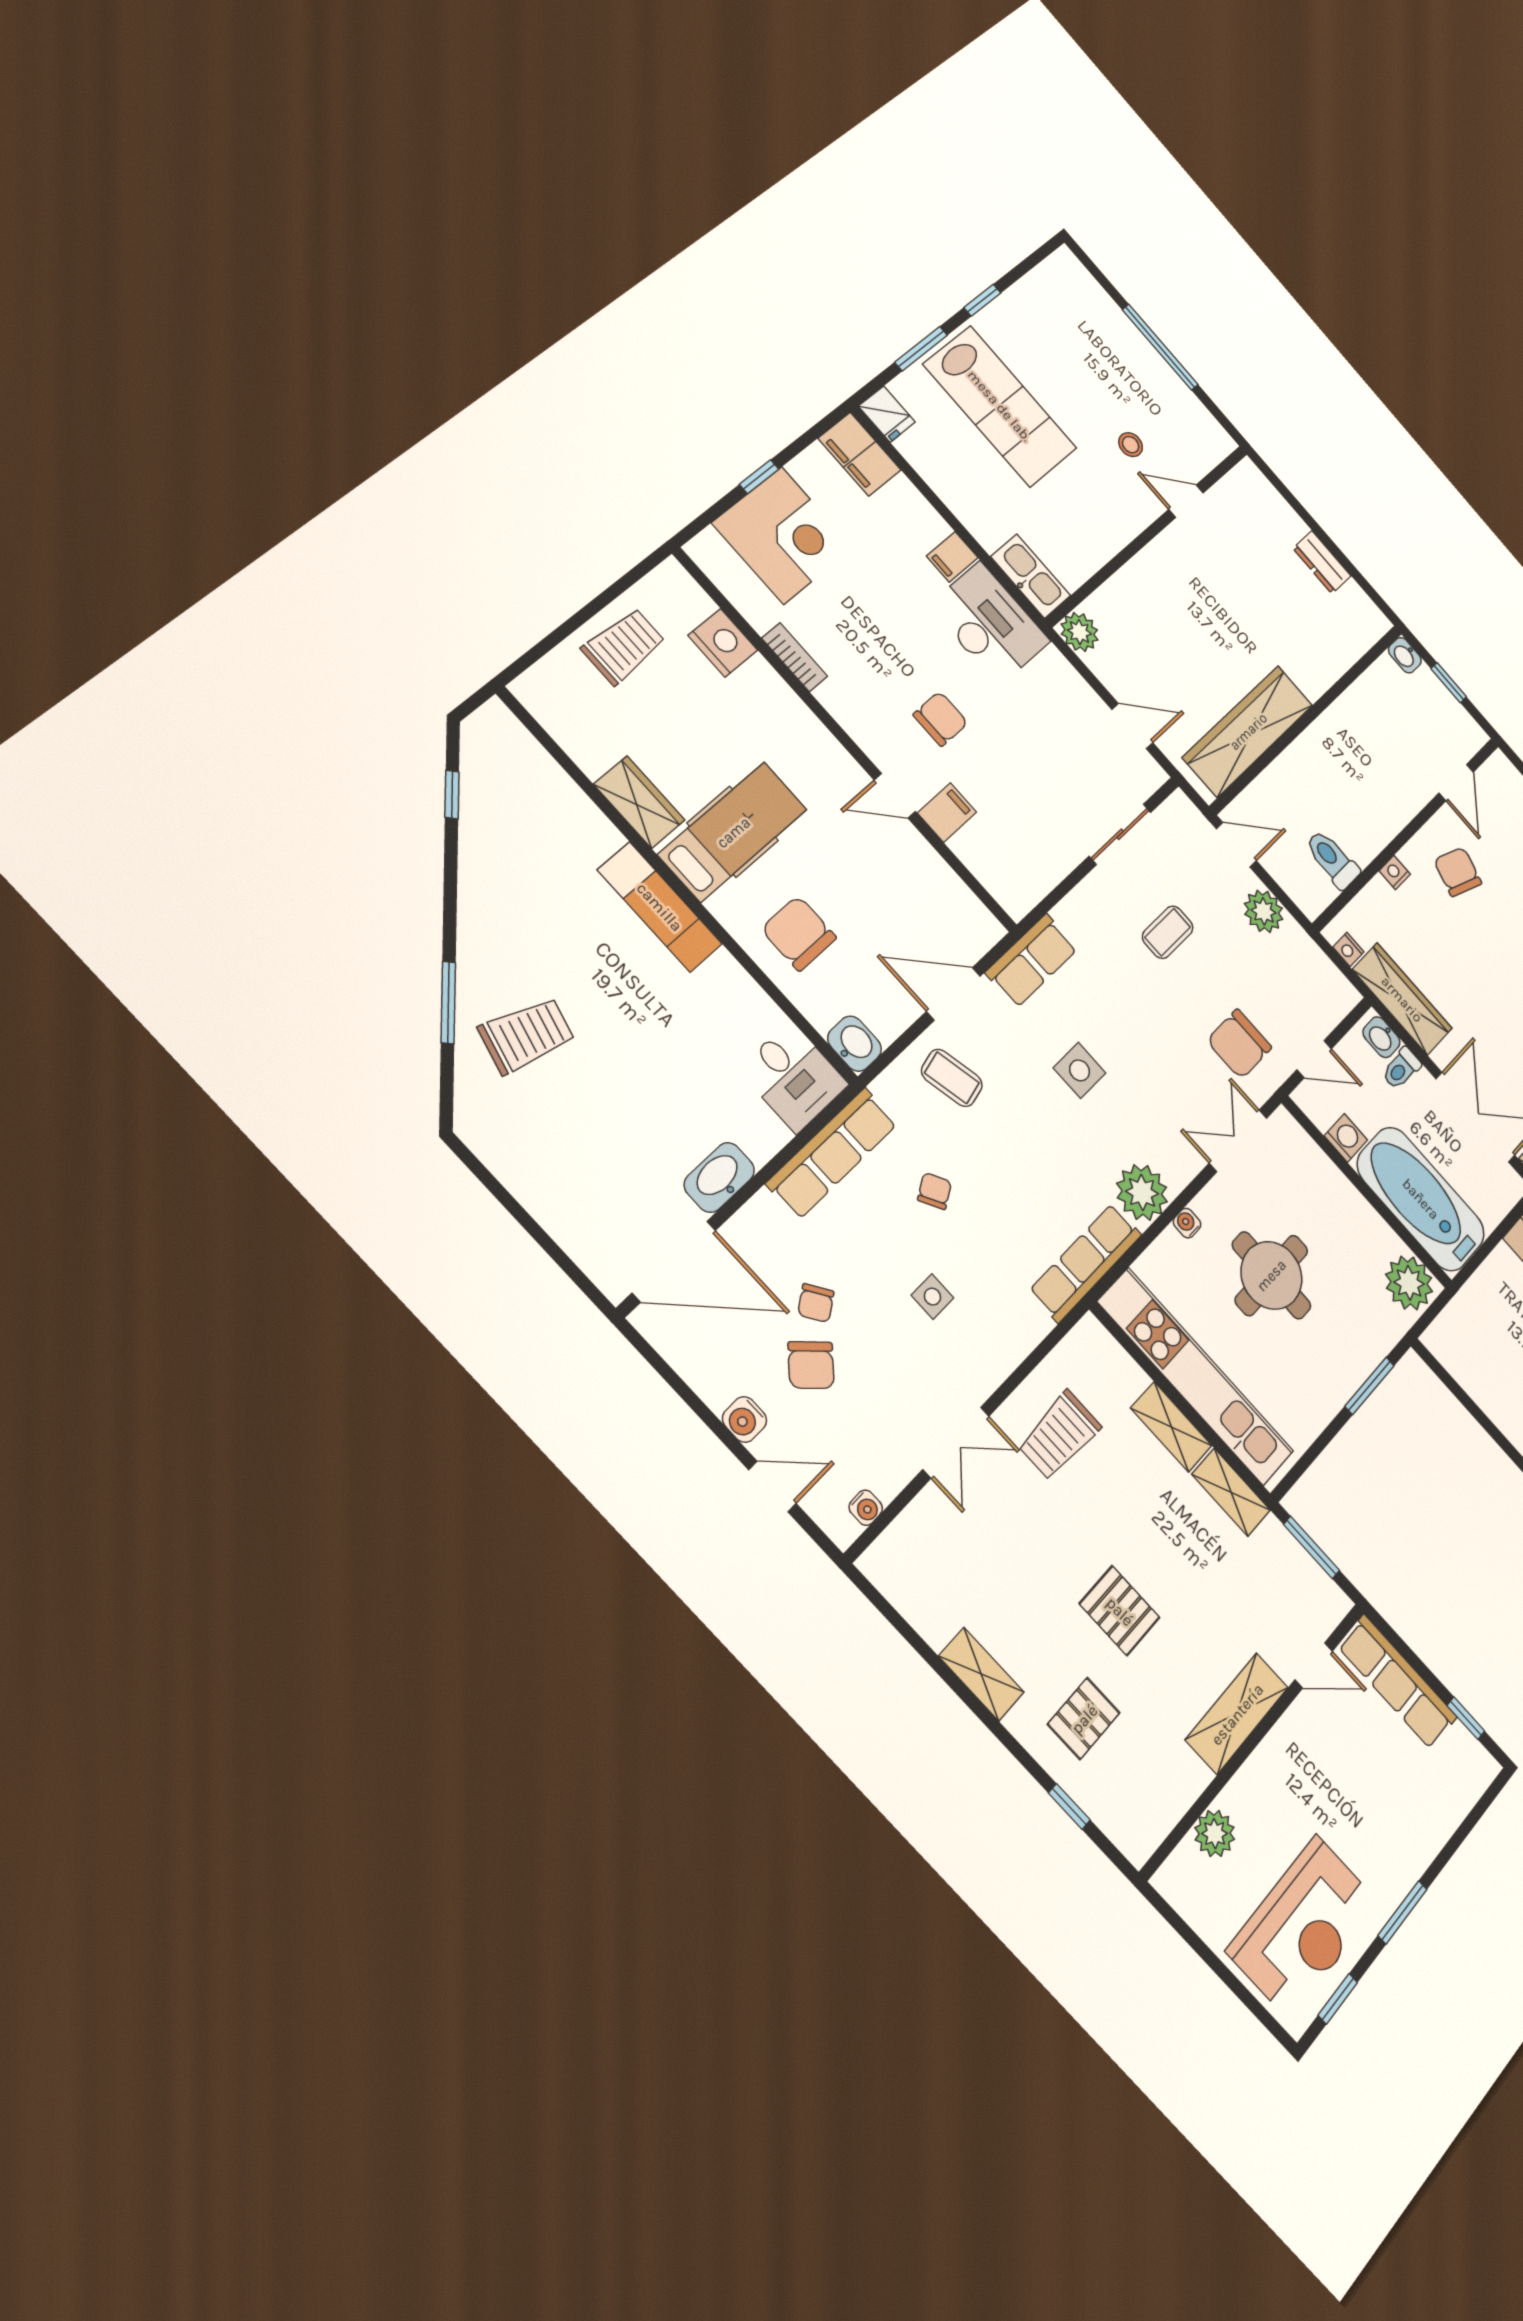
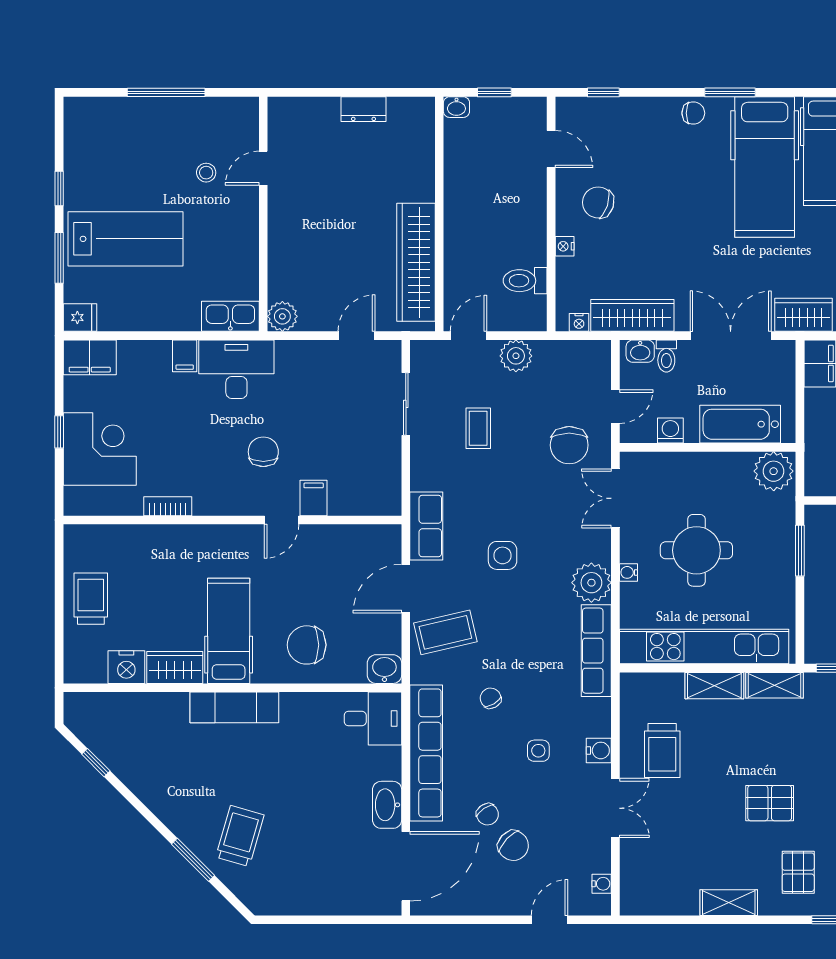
nightstand: (723, 643) -> (126, 667), moved, turned 180
coffee table: (952, 1078) -> (445, 632), width x1.36, depth x1.30
row of seats: (832, 1153) -> (426, 753), width x1.36
bathtub: (1421, 1199) -> (740, 424), width x0.73, depth x0.73
water cooler: (745, 1419) -> (599, 750), moved, turned -90

